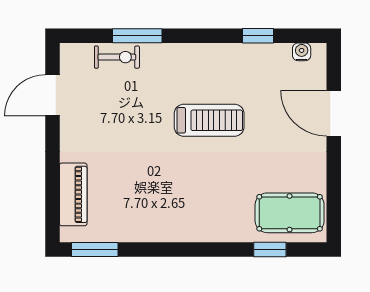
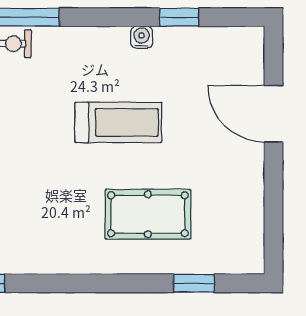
water cooler: (302, 52) -> (142, 37), moved
pool table: (290, 213) -> (148, 214), moved

